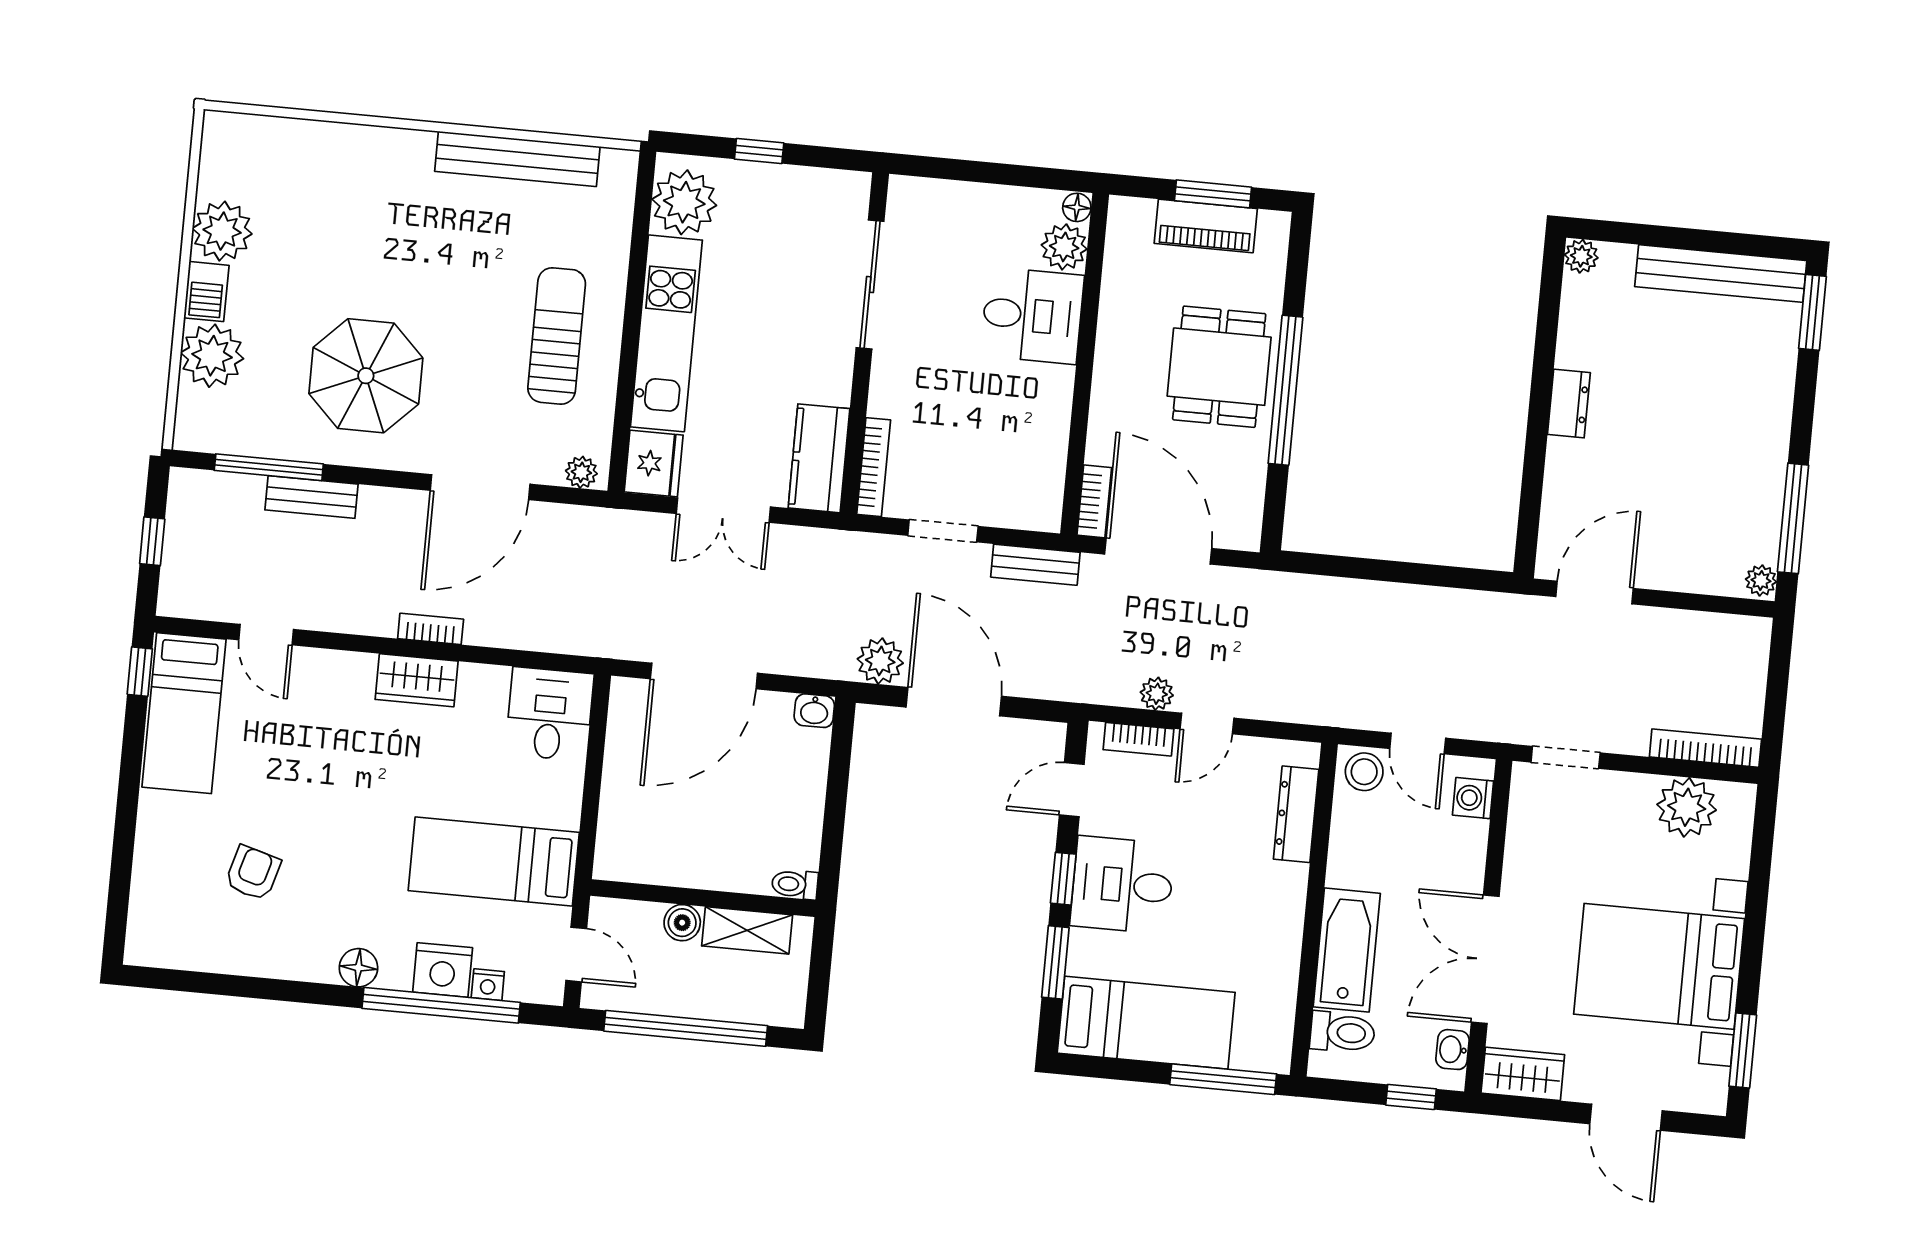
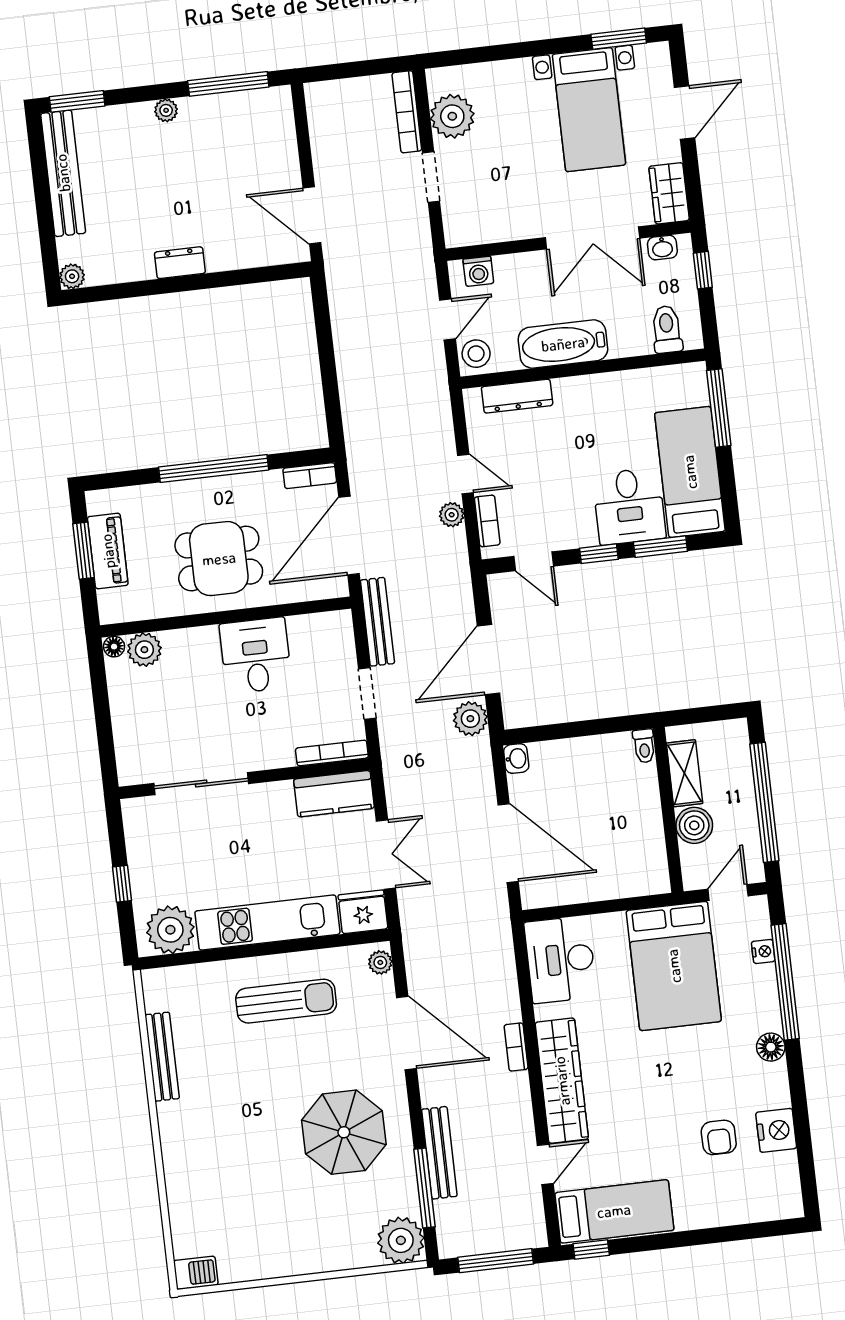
bench: (517, 159) -> (162, 1057), width x0.73, depth x0.82
plant: (222, 231) -> (262, 1258), removed
barbecue: (206, 292) -> (196, 1273), moved
desk: (1032, 316) -> (256, 656), moved
sun lounger: (557, 336) -> (286, 1001), turned 180
plant: (212, 356) -> (401, 1240), moved
dining table: (1219, 367) -> (219, 559), moved
bench: (312, 497) -> (439, 1153), width x1.36
bookcase: (1094, 501) -> (310, 476), moved, turned 180
window: (152, 541) -> (496, 1261), width x2.17
bench: (1035, 565) -> (377, 622), width x1.36
plant: (1761, 580) -> (166, 110), moved
wardrobe: (417, 680) -> (562, 1081), width x2.10, depth x1.17
desk: (549, 714) -> (560, 960), width x1.37
doorway: (1566, 757) -> (431, 177), moved
bed: (494, 862) -> (674, 966), width x1.50
armchair: (253, 873) -> (719, 1137), turned -106
desk: (1122, 885) -> (629, 506), moved
boiler: (682, 923) -> (694, 825), width x1.36, depth x1.36
bathtub: (1347, 950) -> (563, 344), moved
bed with nightstands: (1659, 966) -> (589, 110), width x0.73
nightstand: (443, 970) -> (776, 1130), moved

